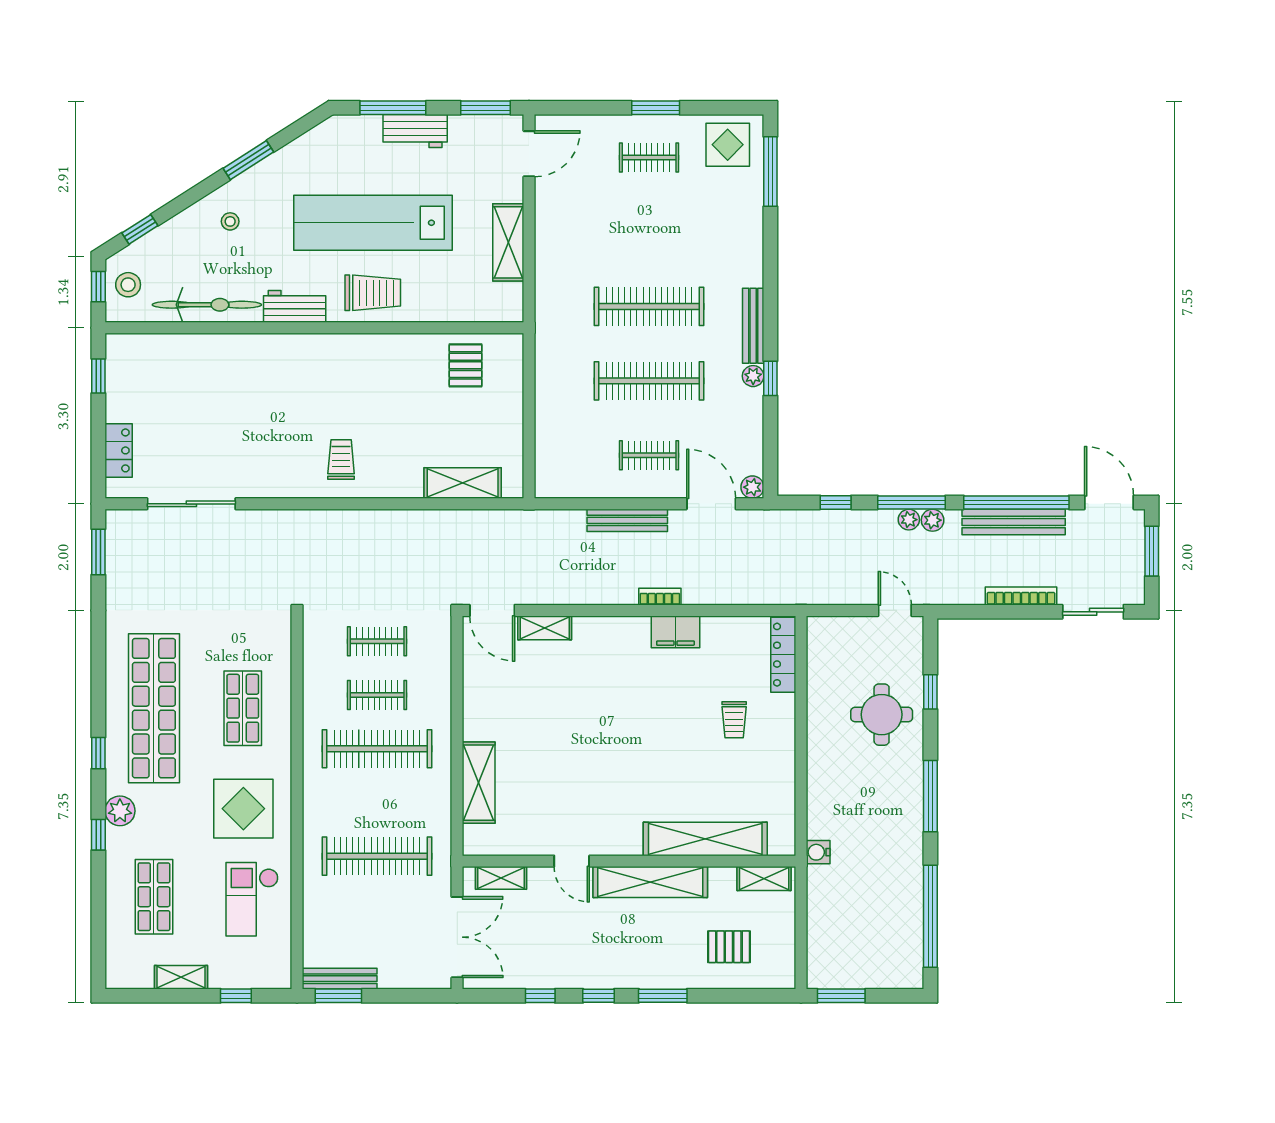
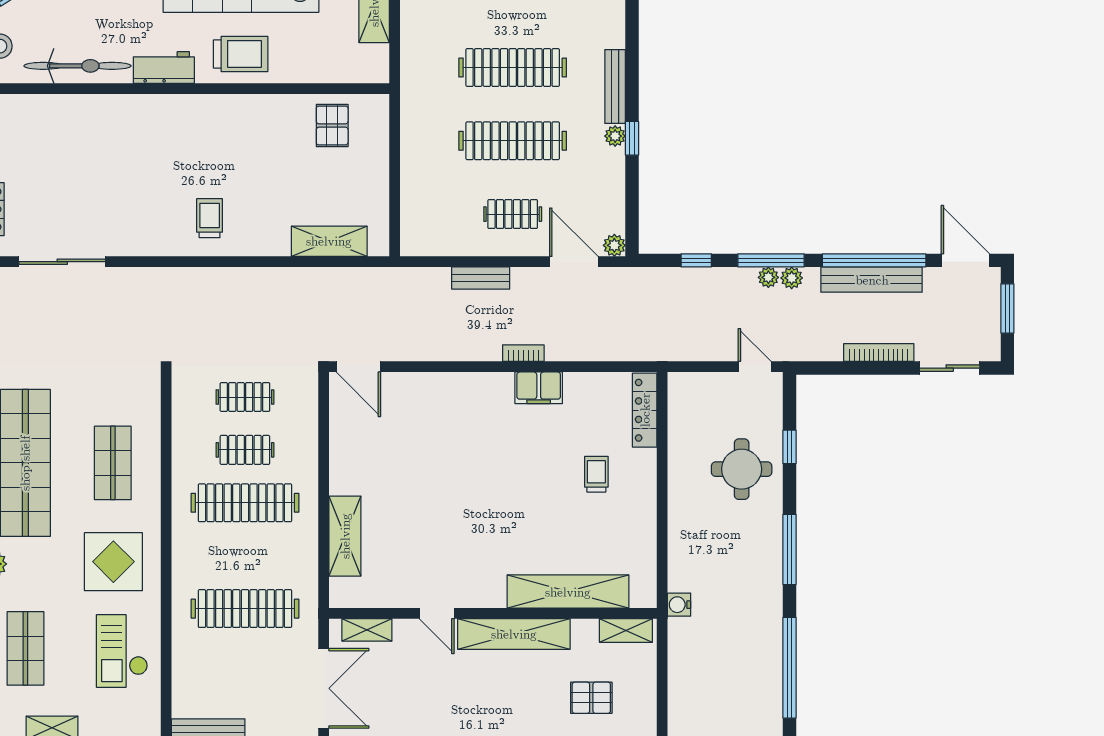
bench: (627, 520) -> (481, 278), width x0.73
shelving: (545, 628) -> (410, 384), removed
trolley: (734, 720) -> (596, 474), turned 180

